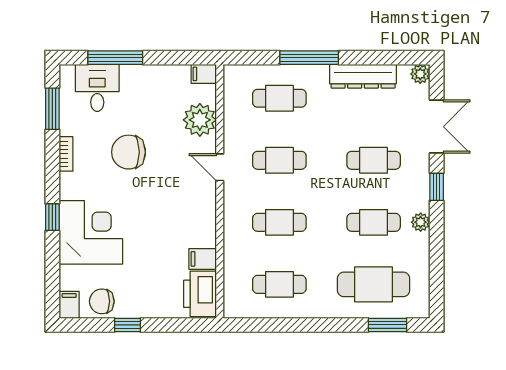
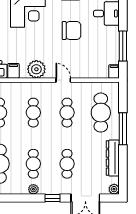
window: (115, 58) -> (123, 46), moved
cafe table: (279, 98) -> (101, 113), width x1.37, depth x1.35
plant: (200, 120) -> (36, 69), moved
chair: (129, 152) -> (72, 31), turned 90
door: (220, 167) -> (63, 80), hinge flipped

